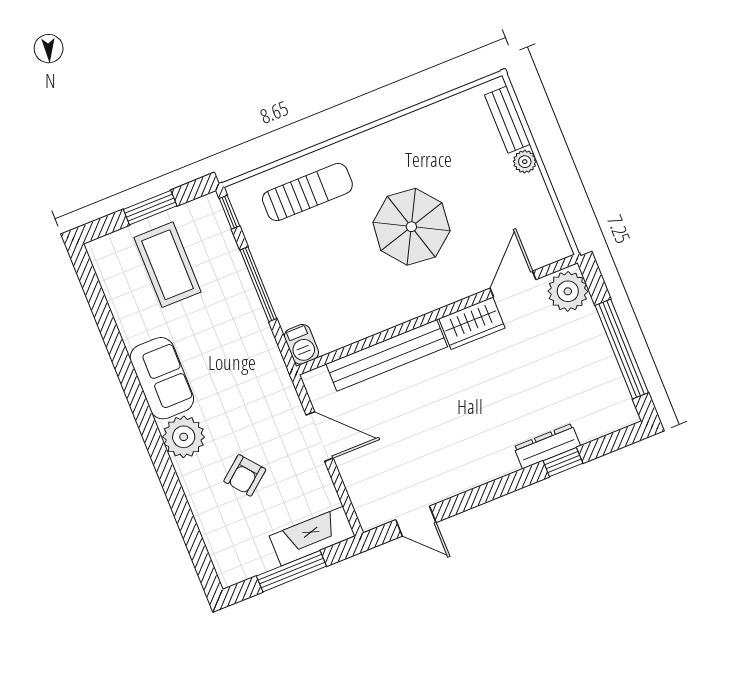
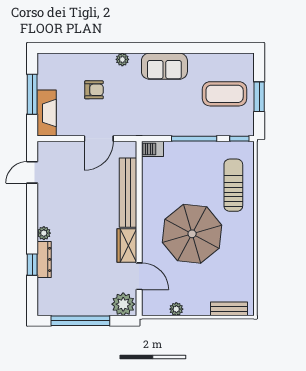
plant: (525, 162) -> (176, 309), moved
sun lounger: (307, 192) -> (233, 185), turned 180
parasol: (411, 227) -> (192, 234), width x1.36, depth x1.36
plant: (184, 437) -> (122, 59), width x0.53, depth x0.53
plant: (505, 463) -> (44, 233), added
armchair: (245, 475) -> (94, 90), turned 129

